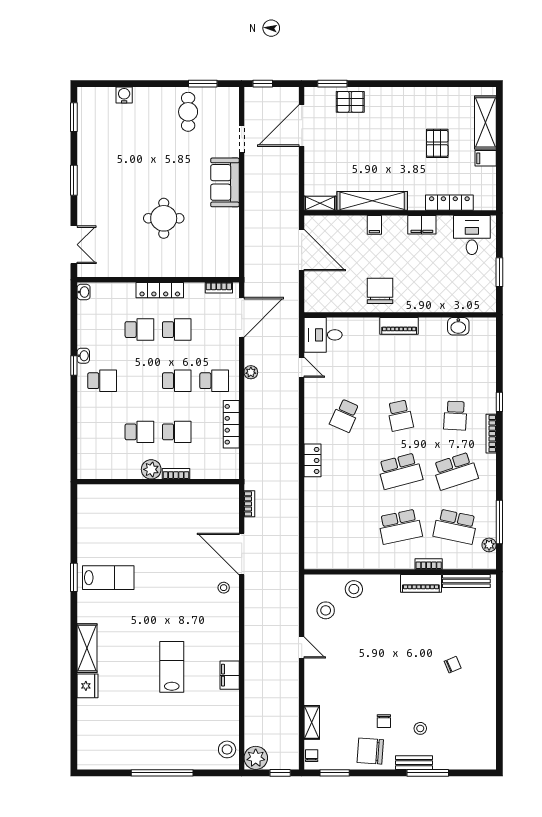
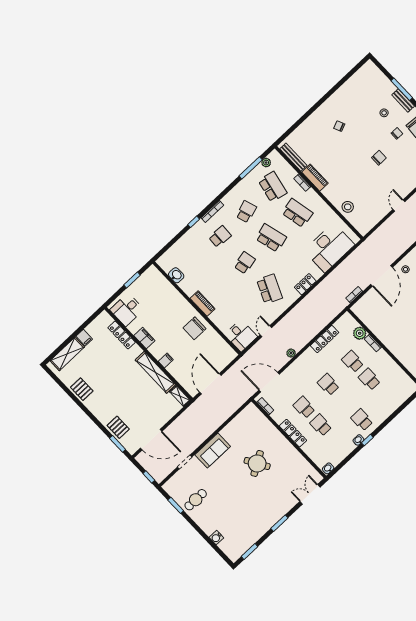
pallet: (437, 143) -> (82, 389), moved, turned 90
round table: (164, 218) -> (257, 463), turned -31
school desk: (214, 381) -> (312, 367), removed
school desk: (345, 416) -> (269, 289), width x1.85
plant: (151, 469) -> (360, 333), moved
school desk: (455, 471) -> (246, 212), width x0.54
desk: (328, 526) -> (329, 248), added
stool: (326, 610) -> (370, 211), removed
chair: (376, 675) -> (379, 158), added

